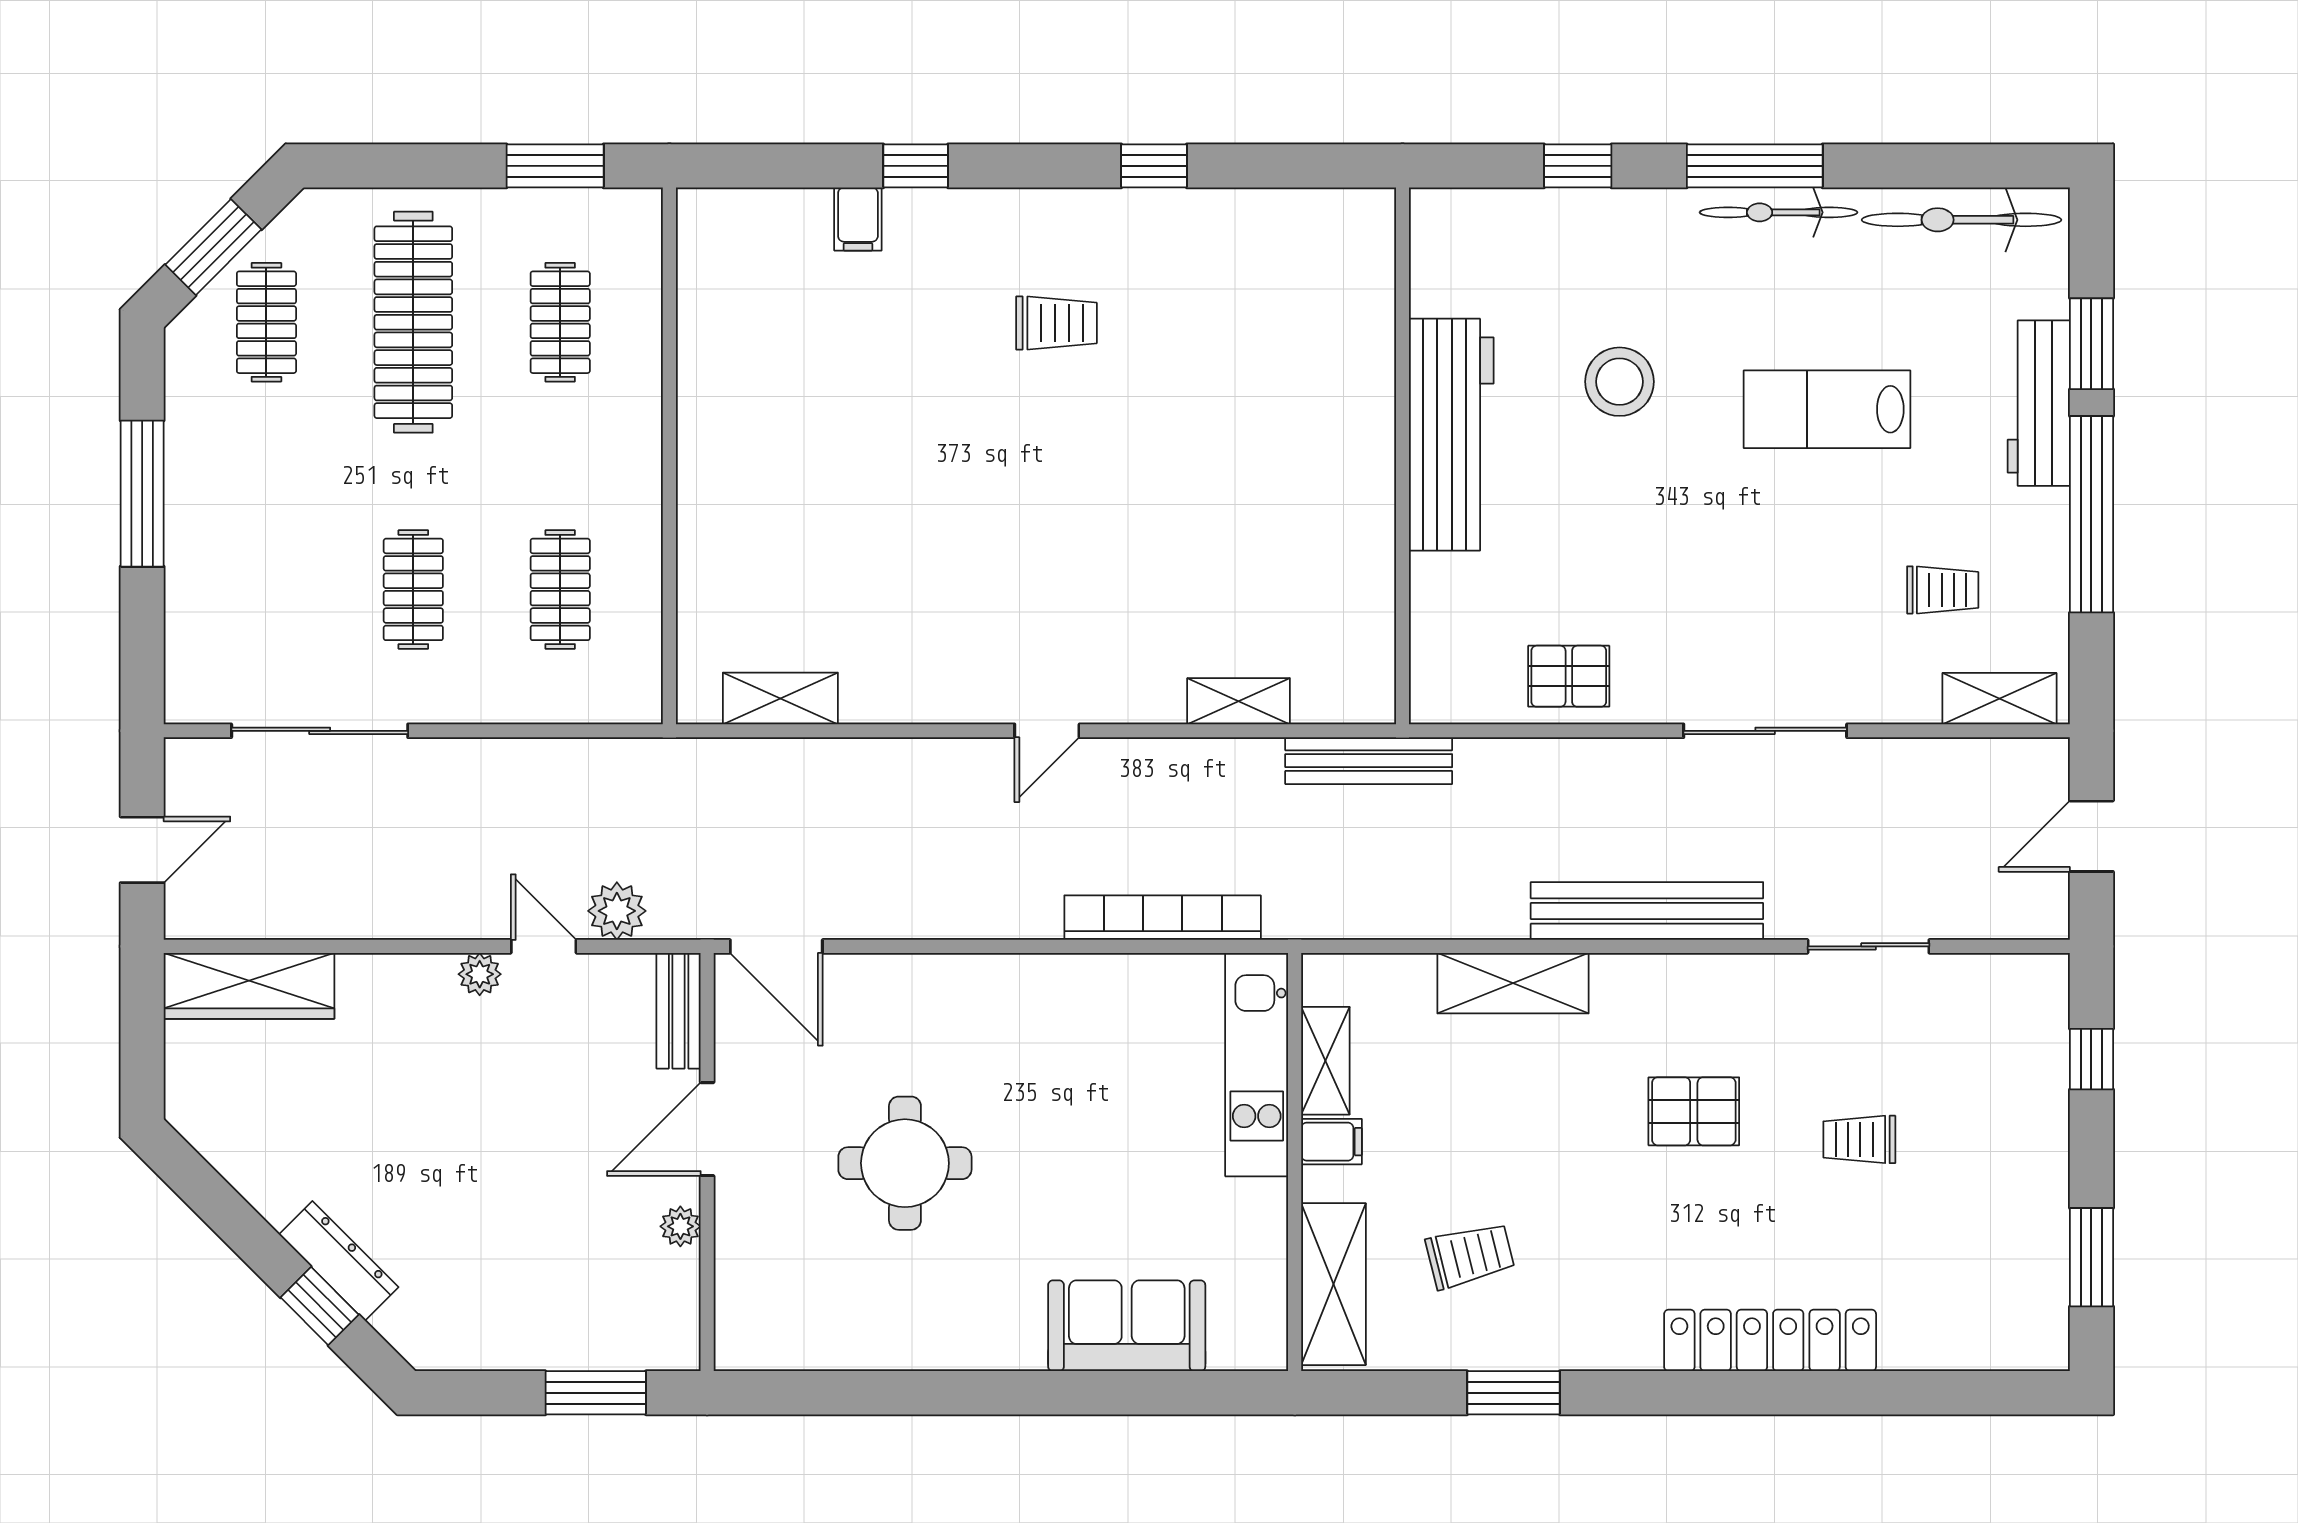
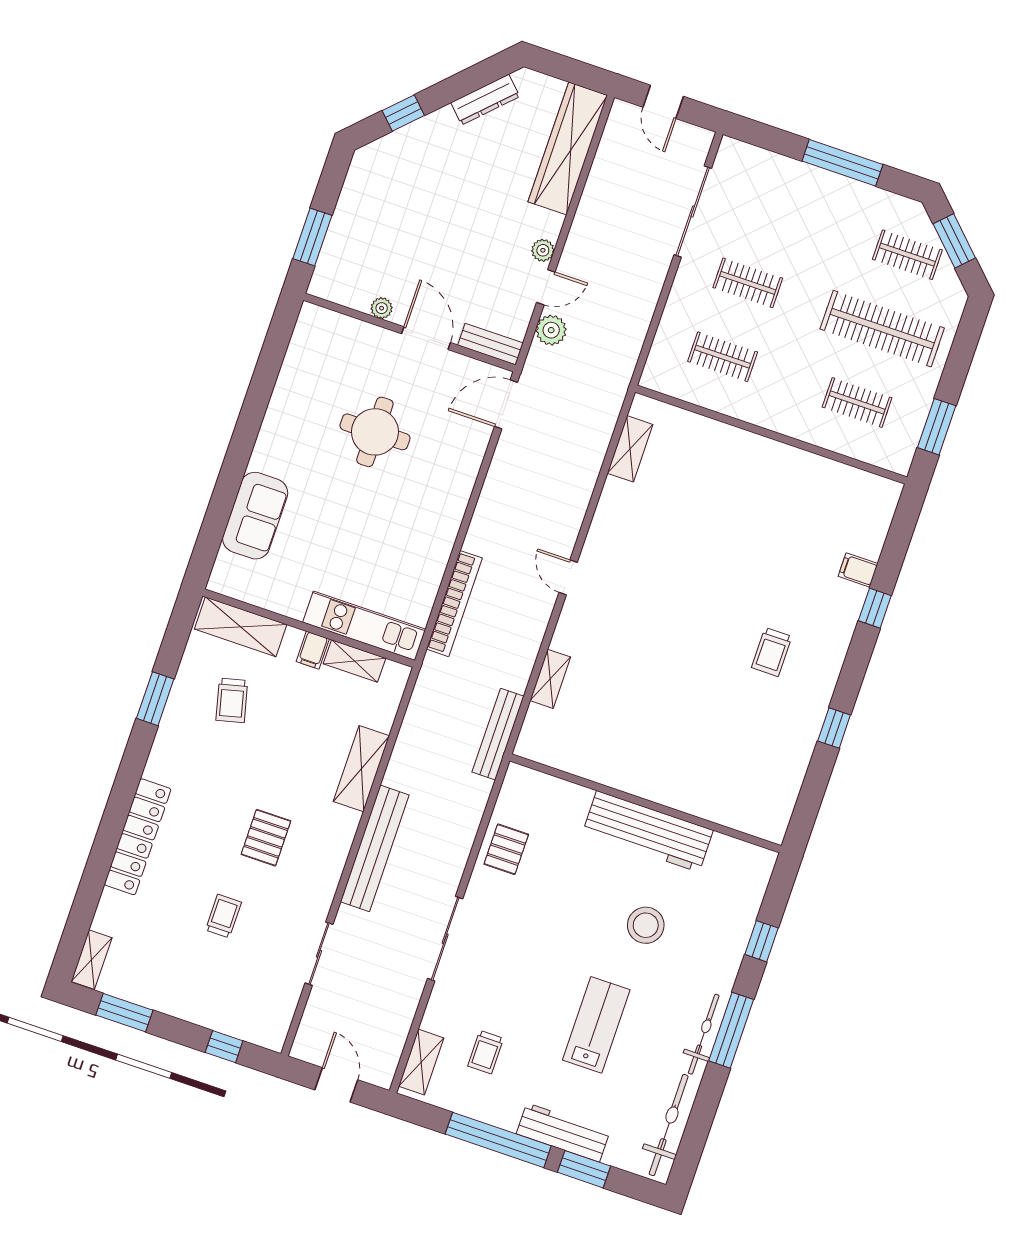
wardrobe: (249, 986) -> (568, 148), width x1.40, depth x1.17
dresser: (339, 1261) -> (485, 100), moved
shelving: (2017, 1348) -> (92, 960), added

